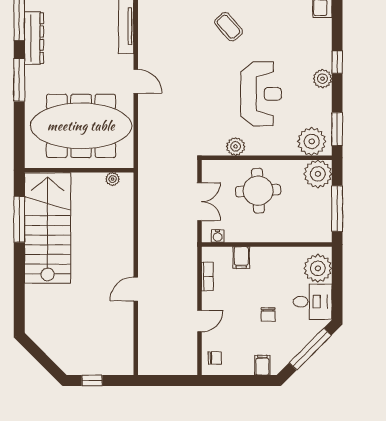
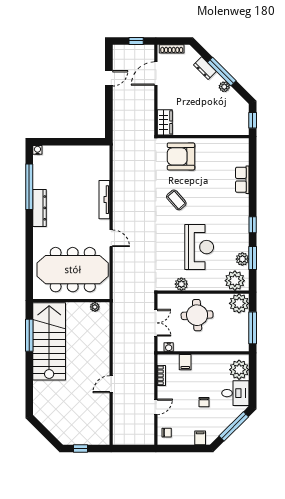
plant: (322, 79) -> (242, 259), moved
window: (19, 80) -> (29, 237), removed
window: (337, 129) -> (253, 258), moved

